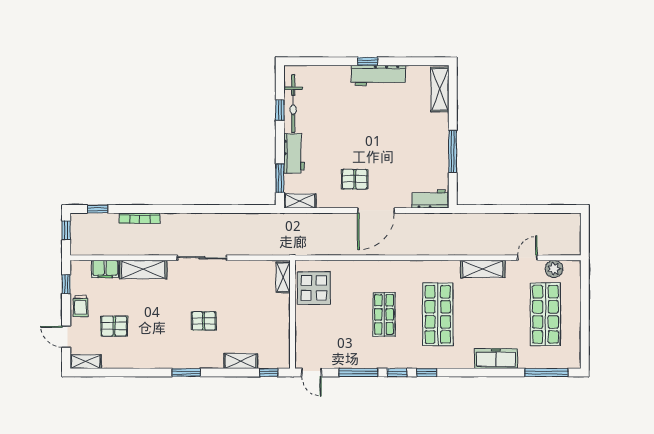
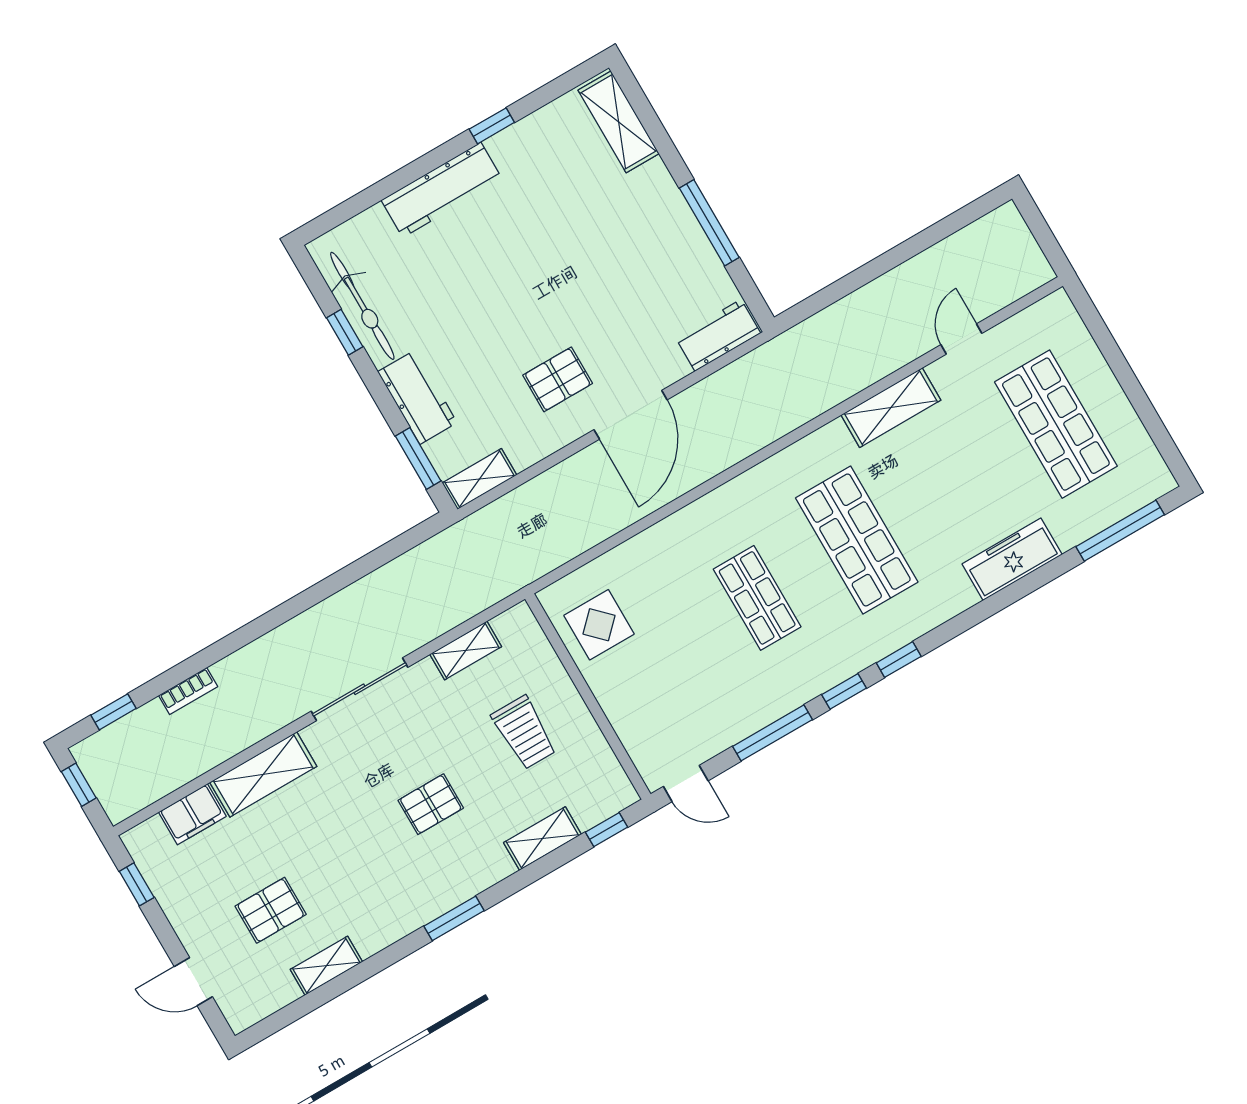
window: (368, 61) -> (492, 126), moved
workbench: (378, 75) -> (442, 190), moved
bookcase: (140, 218) -> (188, 691), width x0.64
plant: (554, 269) -> (1023, 331), removed
shelving: (283, 277) -> (466, 650), moved, turned 90
display table: (314, 288) -> (599, 625), width x0.73, depth x0.73
trolley: (81, 306) -> (524, 733), moved, width x1.36, depth x1.39
shelving: (86, 362) -> (326, 966), moved

